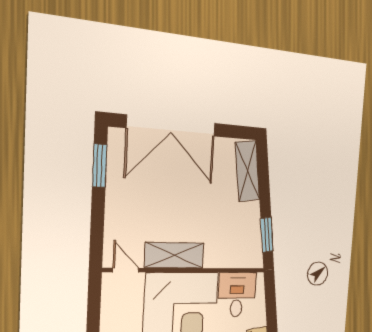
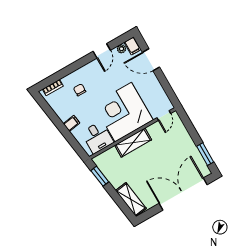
shelving: (175, 255) -> (133, 143), moved
door: (126, 270) -> (164, 116), hinge flipped

